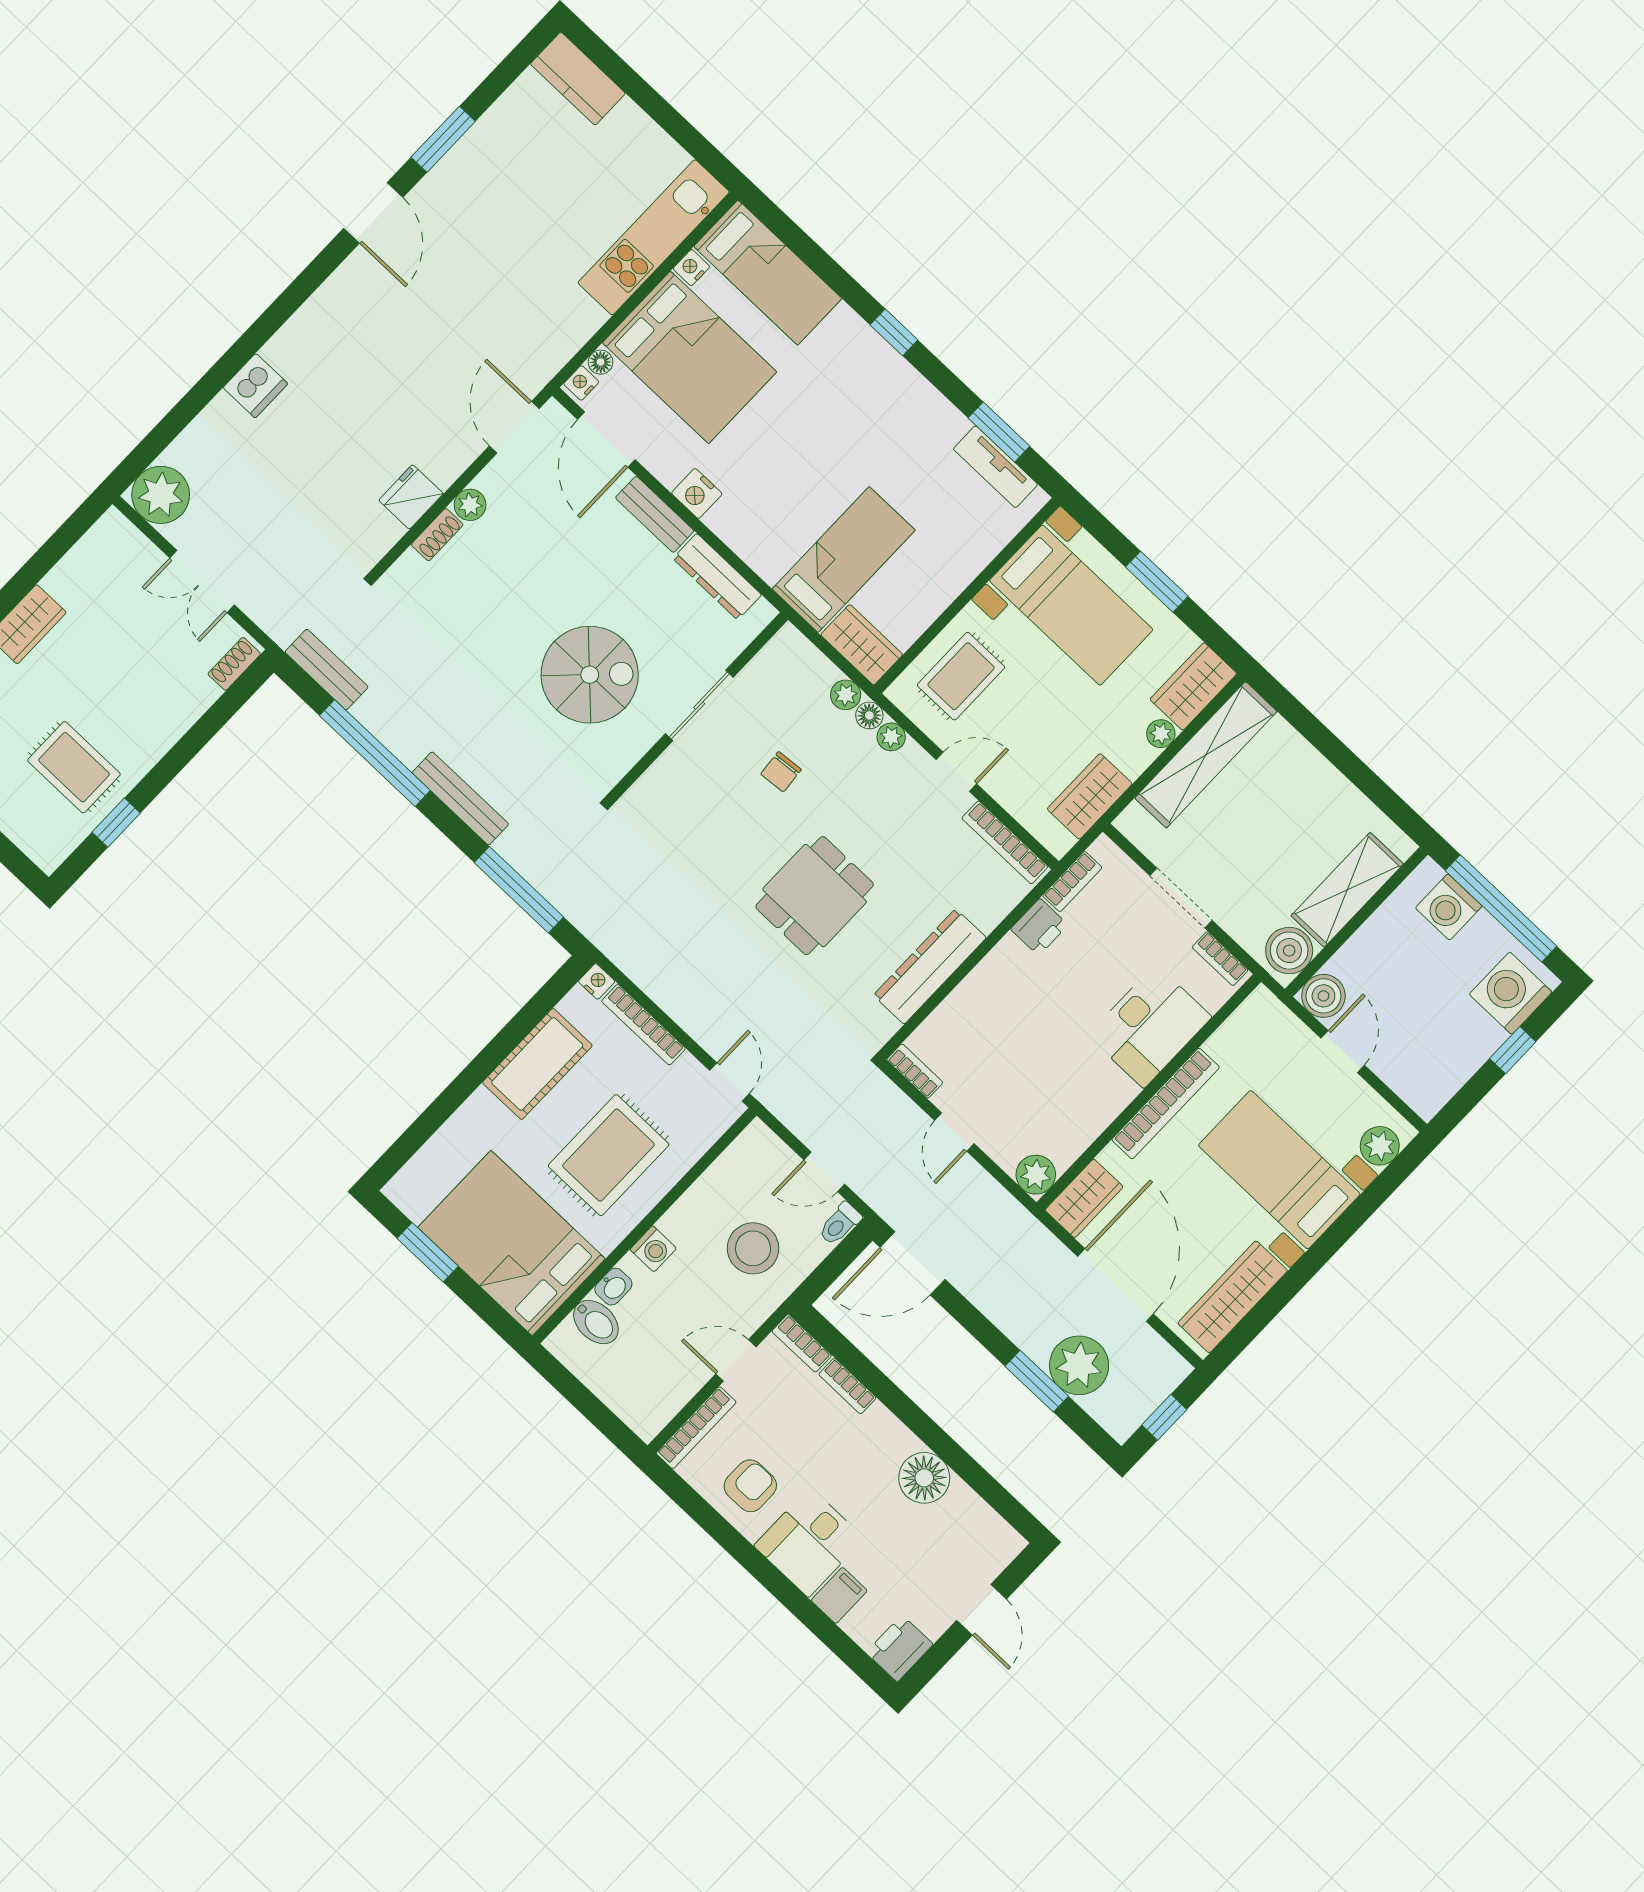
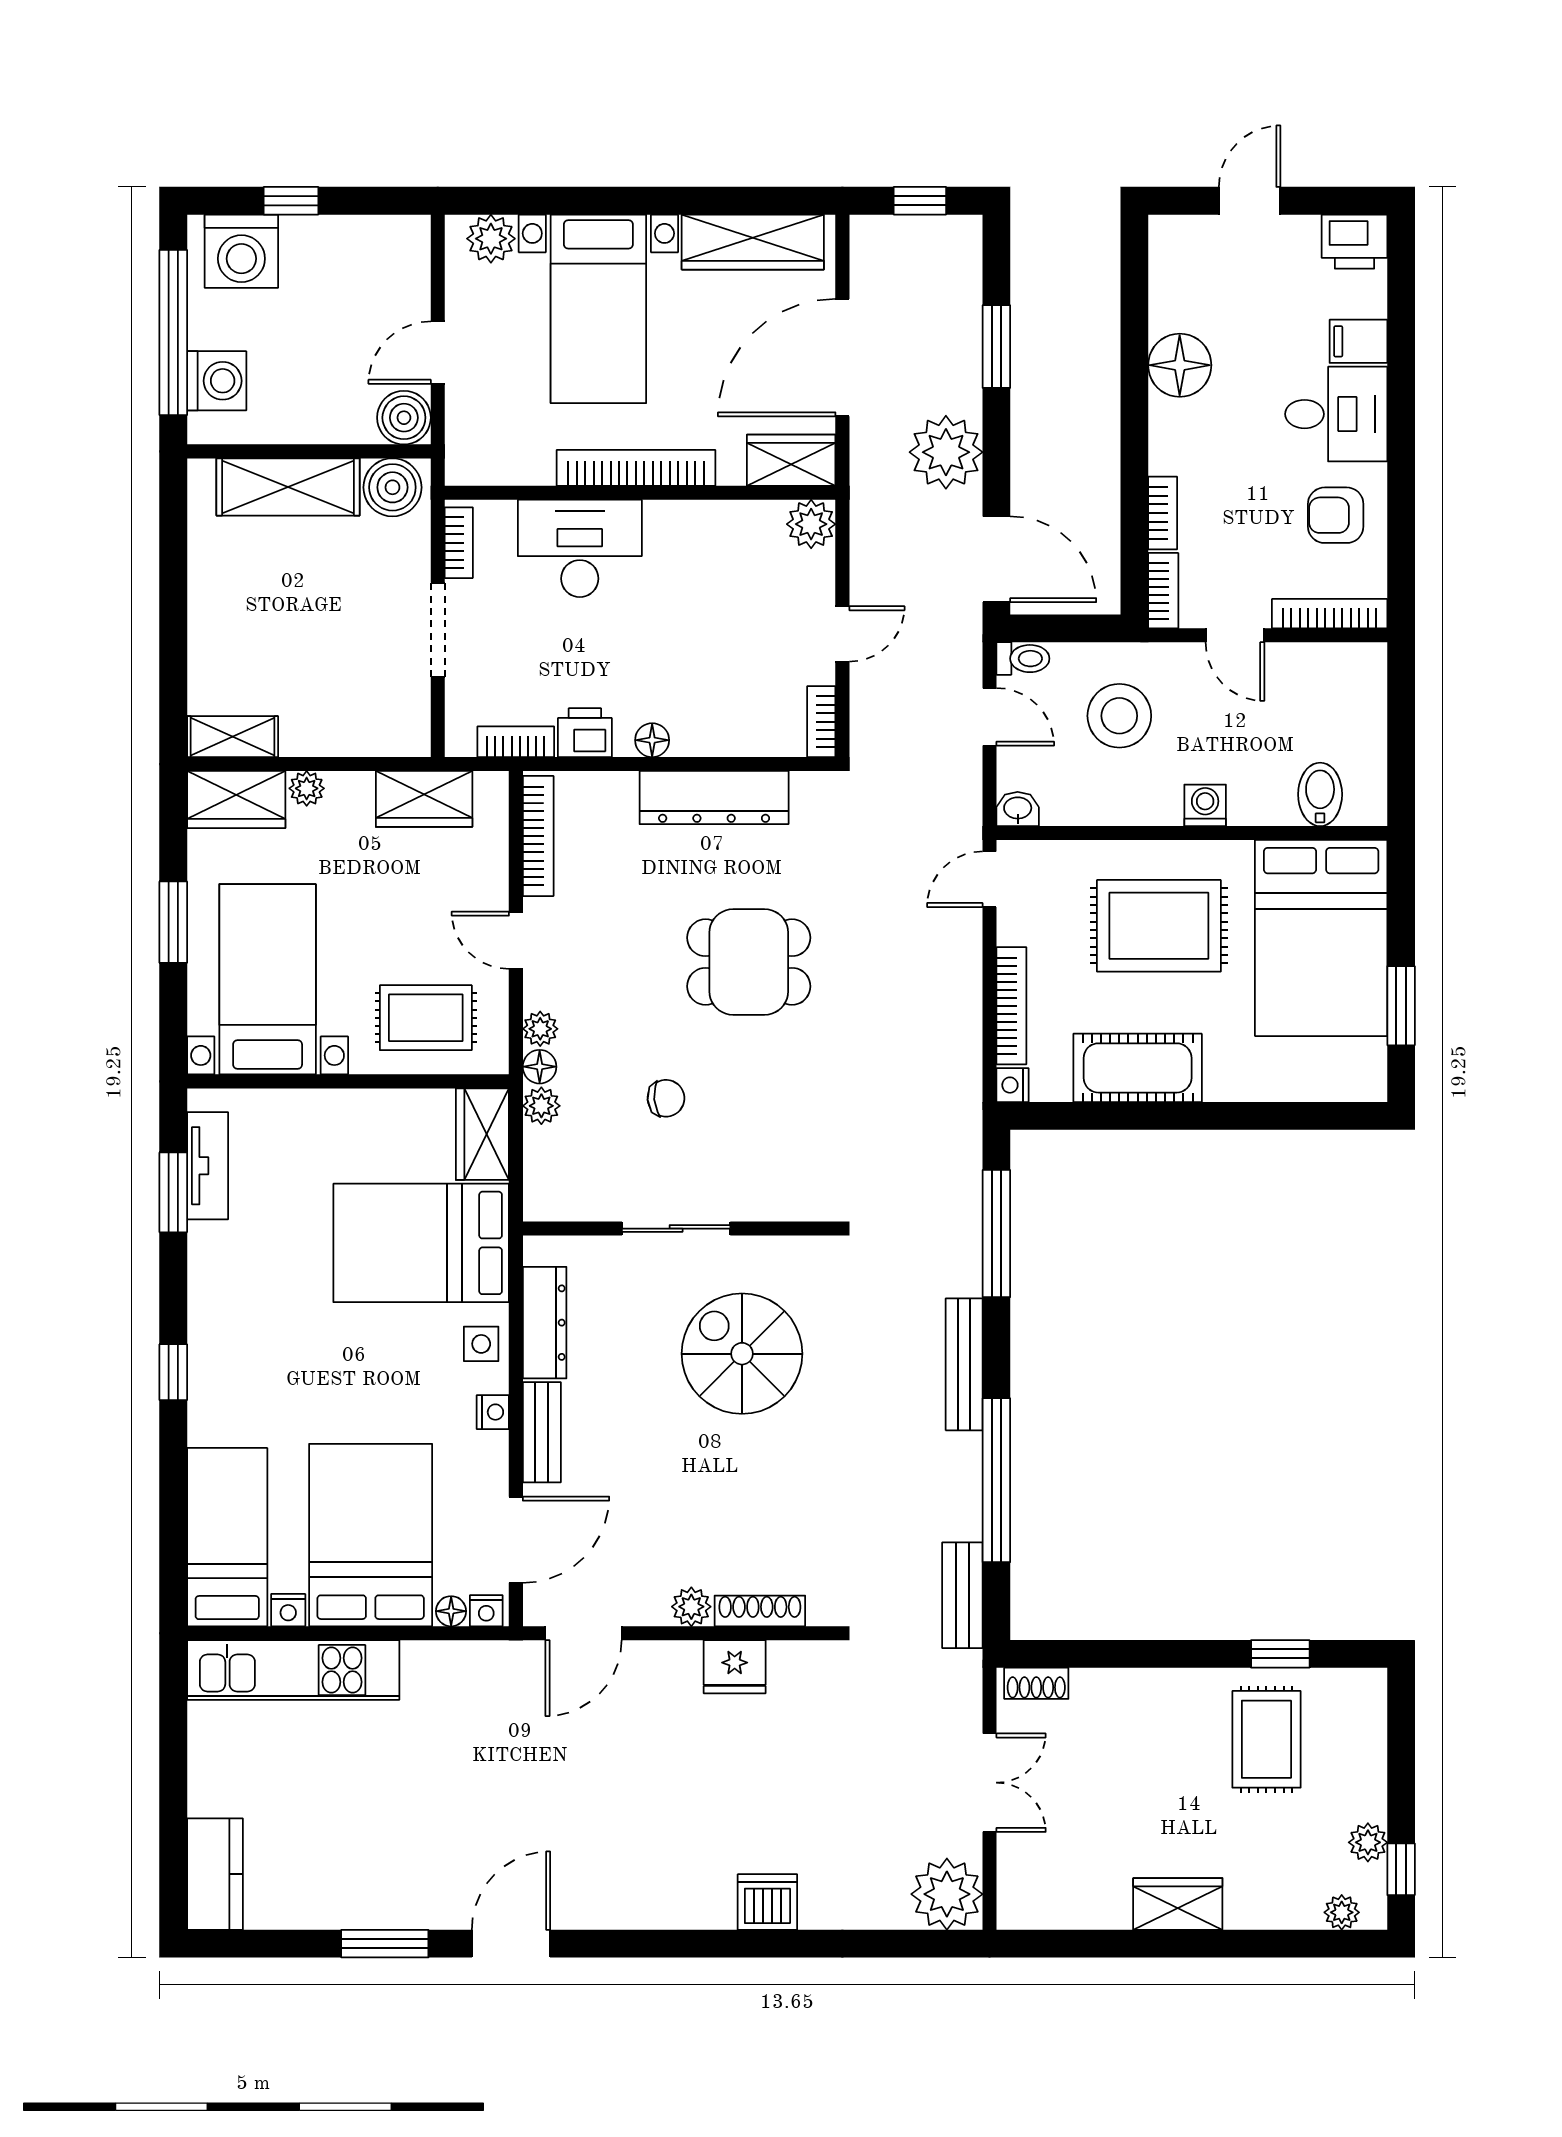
nightstand: (697, 493) -> (493, 1412), width x0.72, depth x0.74
side table: (740, 528) -> (481, 1344), added
shoe rack: (437, 535) -> (760, 1611), width x1.43
bed: (844, 560) -> (421, 1243), width x1.50
shelving: (1206, 755) -> (233, 737), width x0.45, depth x0.75
floor lamp: (998, 962) -> (652, 740), added
washbasin: (613, 1287) -> (1018, 809), moved
plant: (1079, 1365) -> (946, 452), moved

